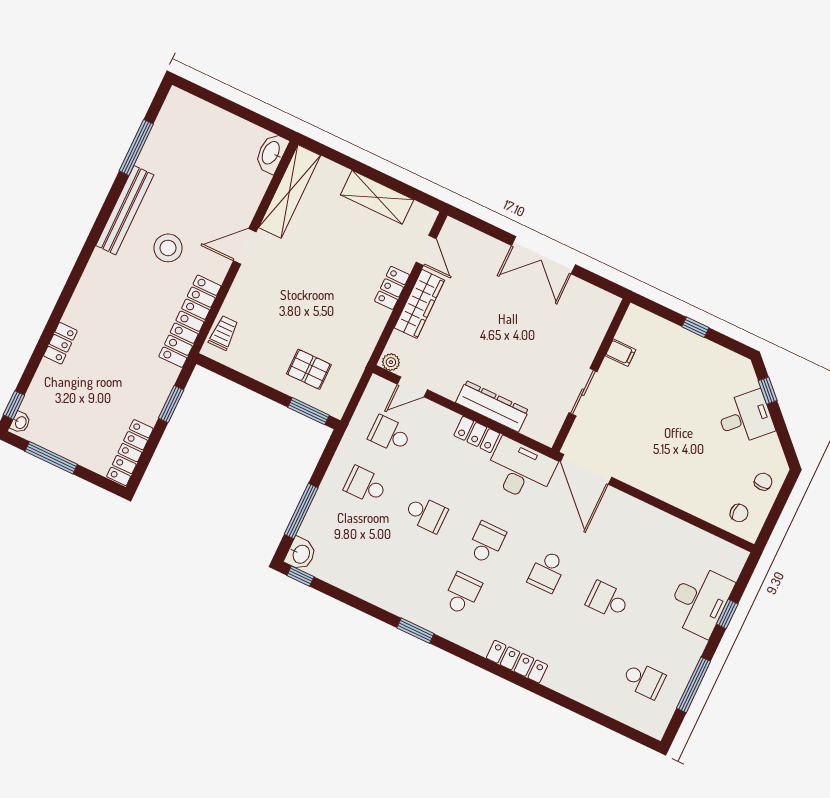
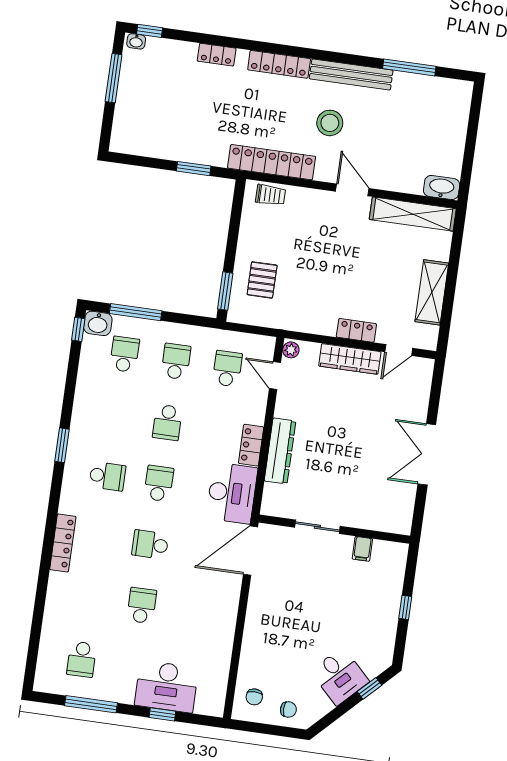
locker: (130, 453) -> (279, 64), moved, turned 180
school desk: (341, 536) -> (125, 354), added
school desk: (487, 543) -> (159, 483), turned -90

